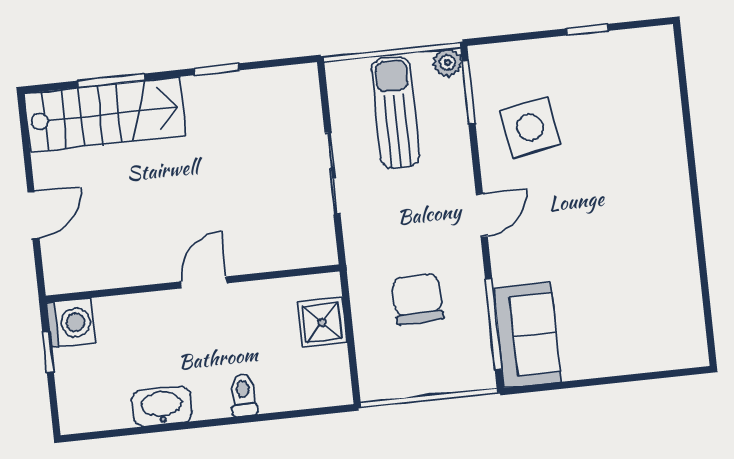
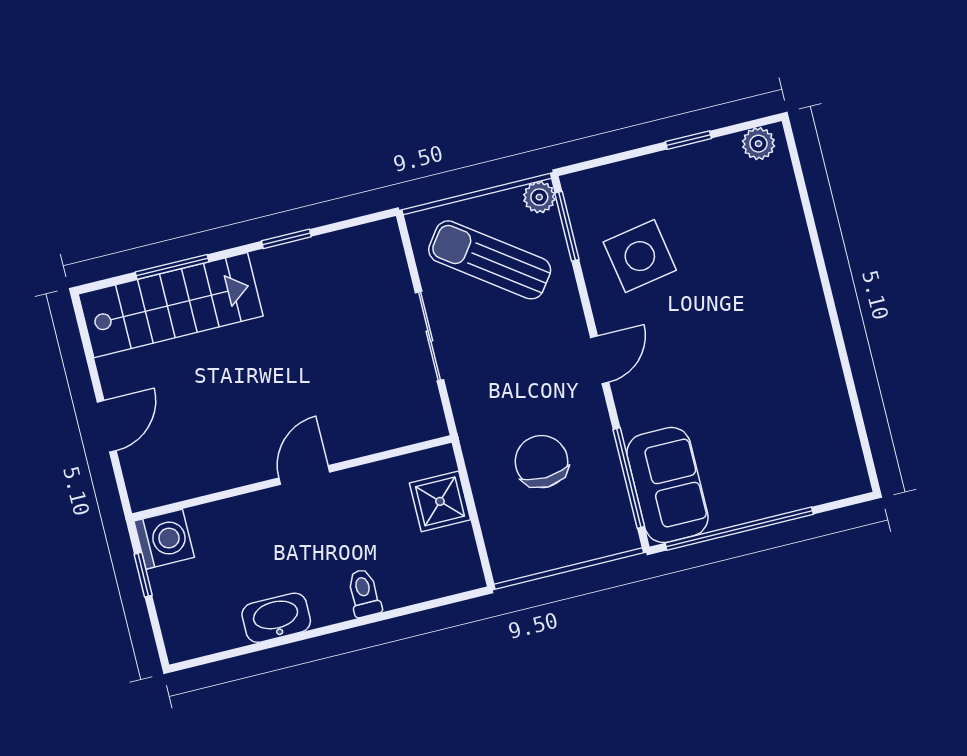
plant: (650, 41) -> (758, 144), added
sun lounger: (396, 113) -> (490, 260), turned -54
window: (586, 383) -> (739, 529), added

